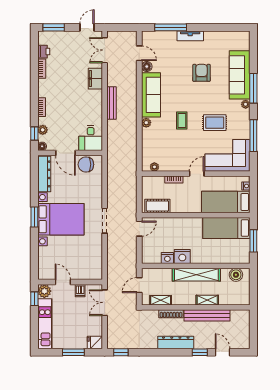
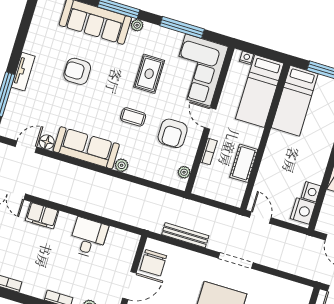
bench: (112, 103) -> (185, 235), moved
desk: (91, 138) -> (88, 238), moved, turned -90
armchair: (179, 151) -> (173, 133), added
cot: (157, 206) -> (244, 163), moved
nightstand: (182, 256) -> (303, 211), moved

